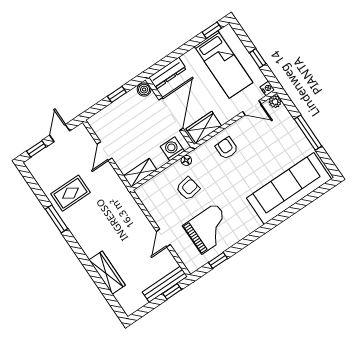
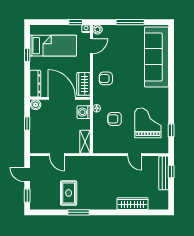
window: (212, 30) -> (27, 55), moved
window: (258, 58) -> (76, 22), moved
armchair: (188, 189) -> (115, 119), turned -80

